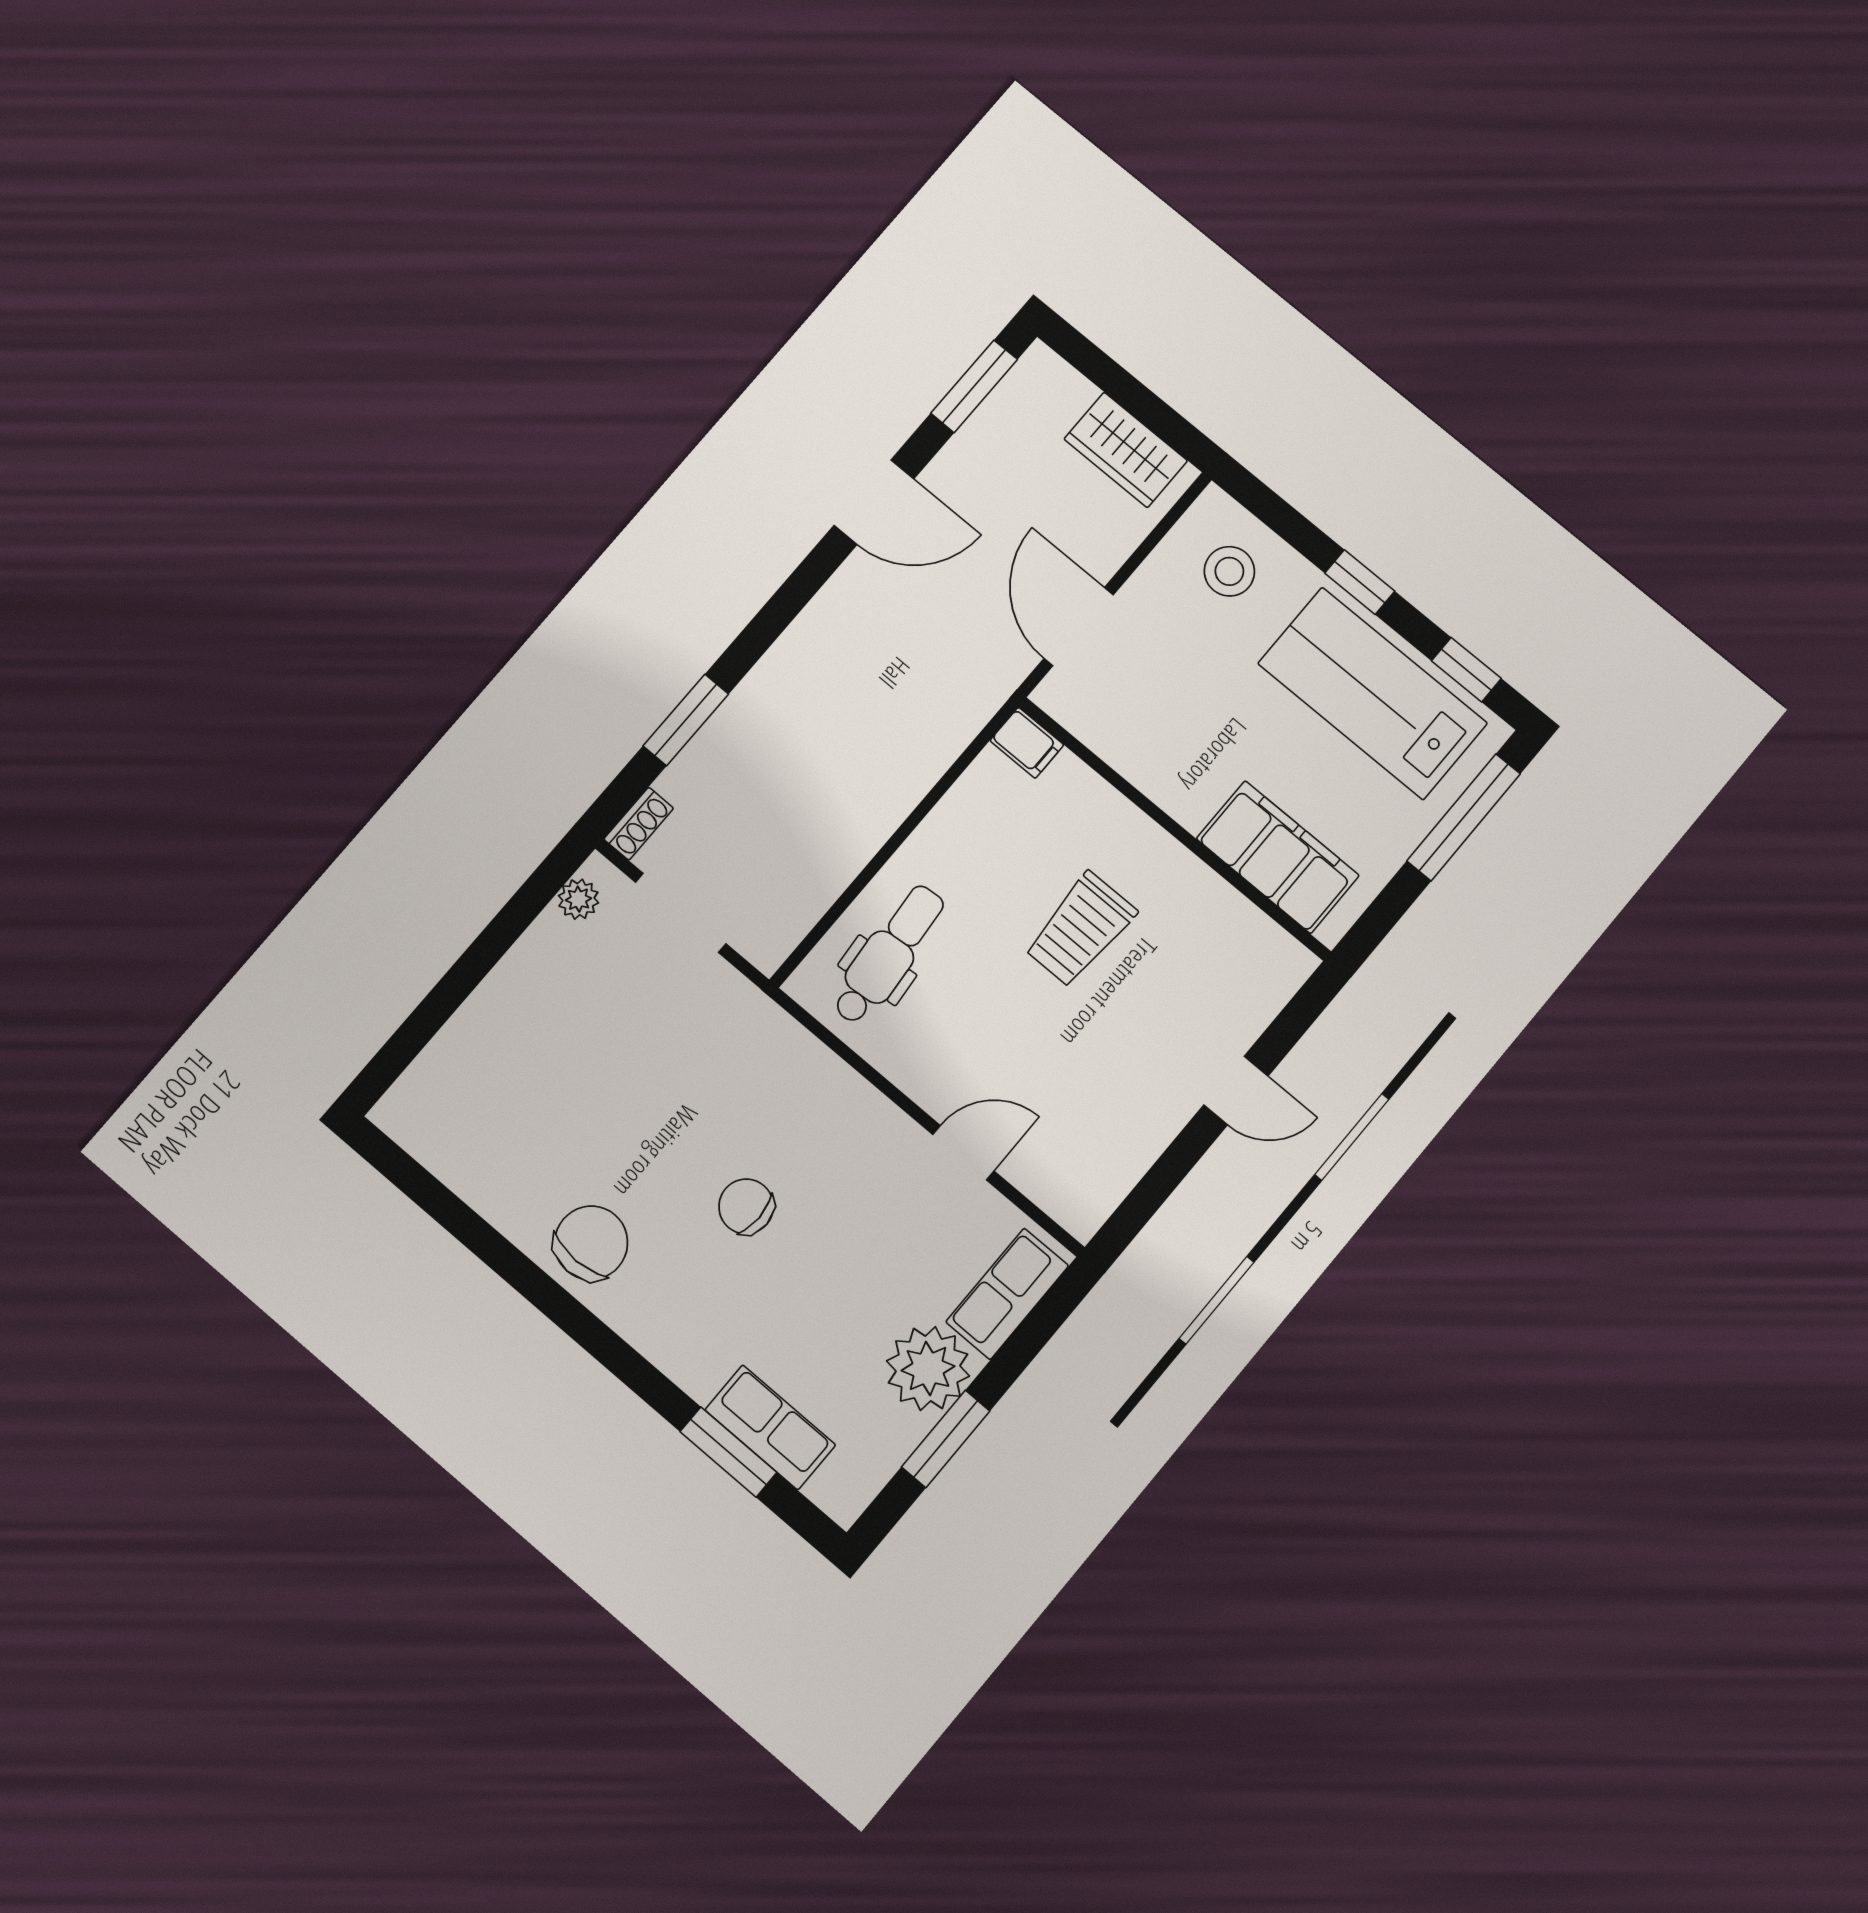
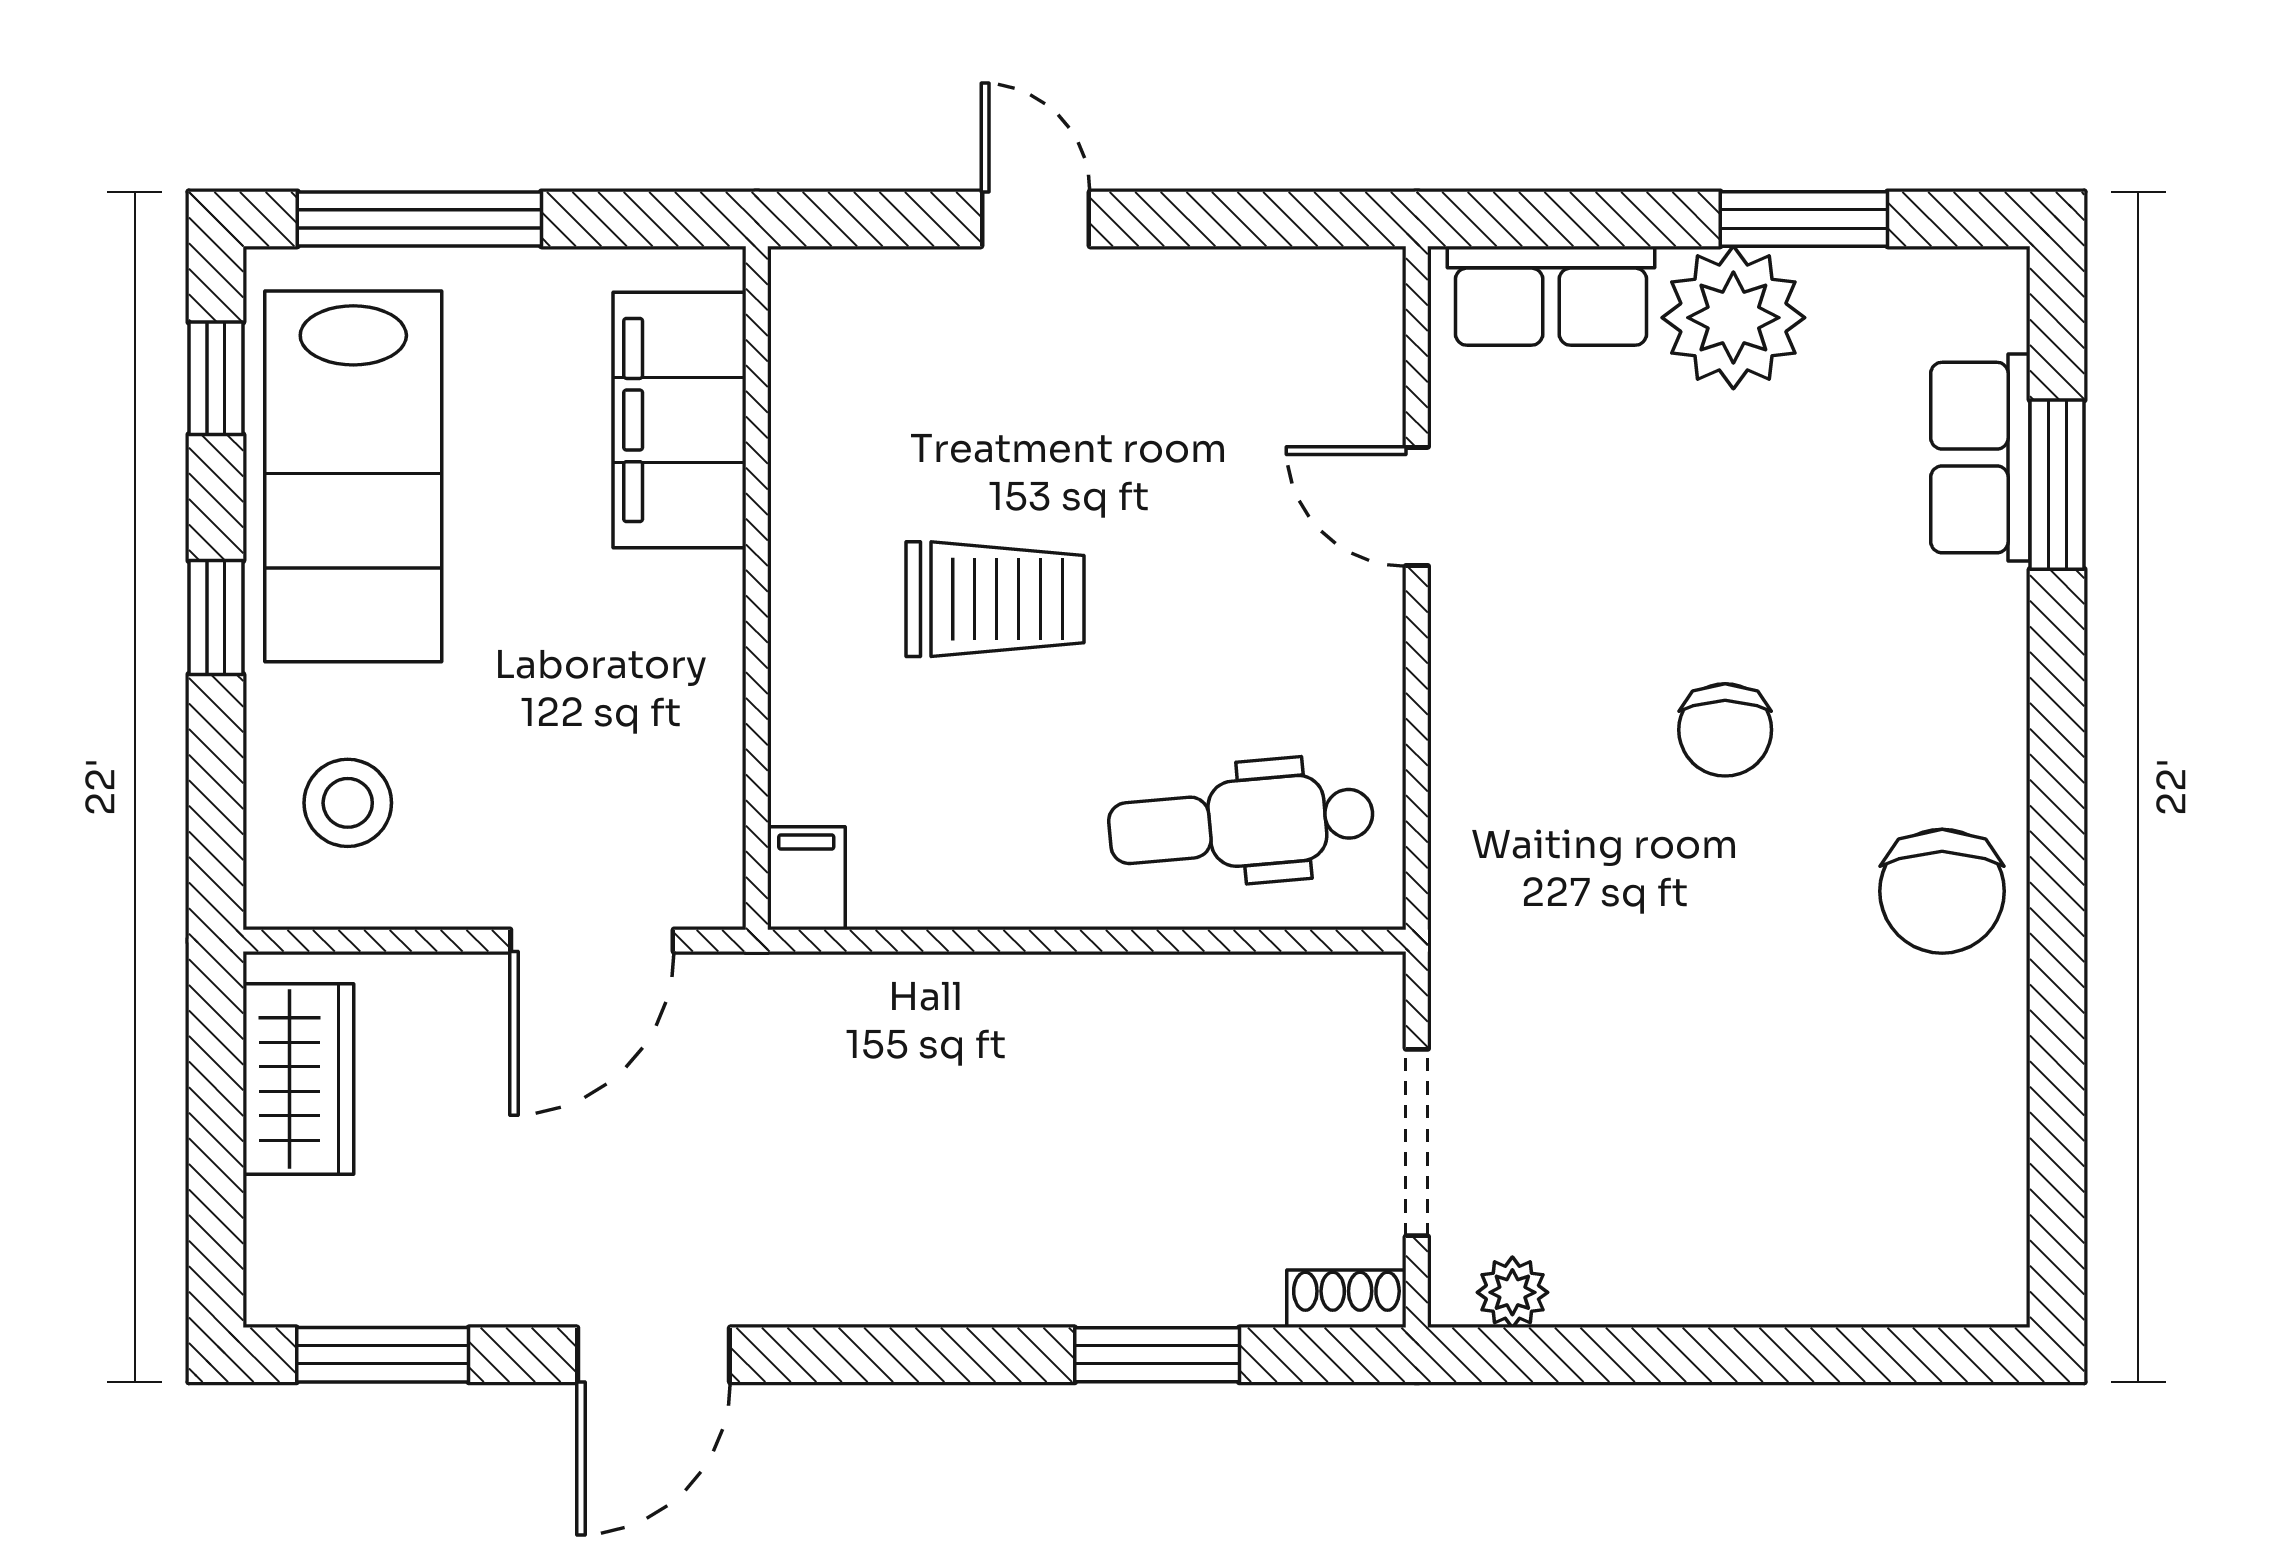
door: (874, 502) -> (654, 1355), swing flipped
chair: (591, 1243) -> (1942, 891), turned -90

